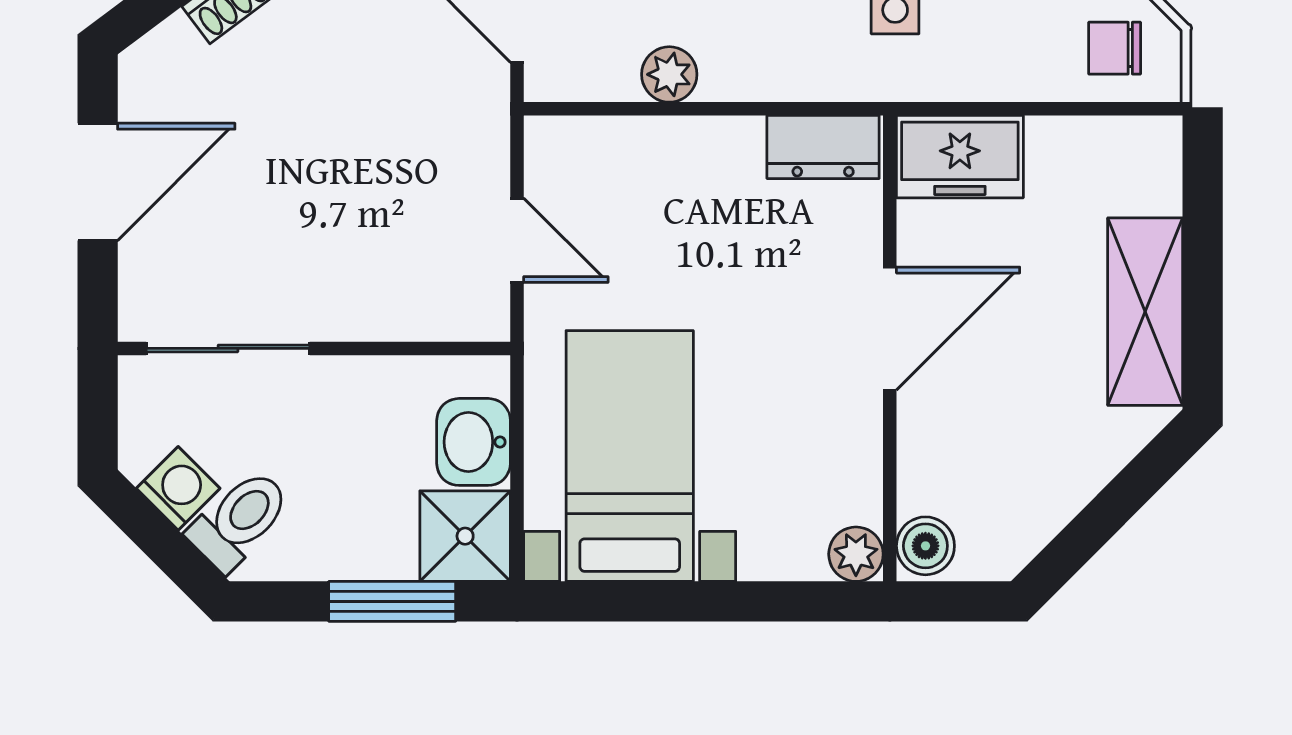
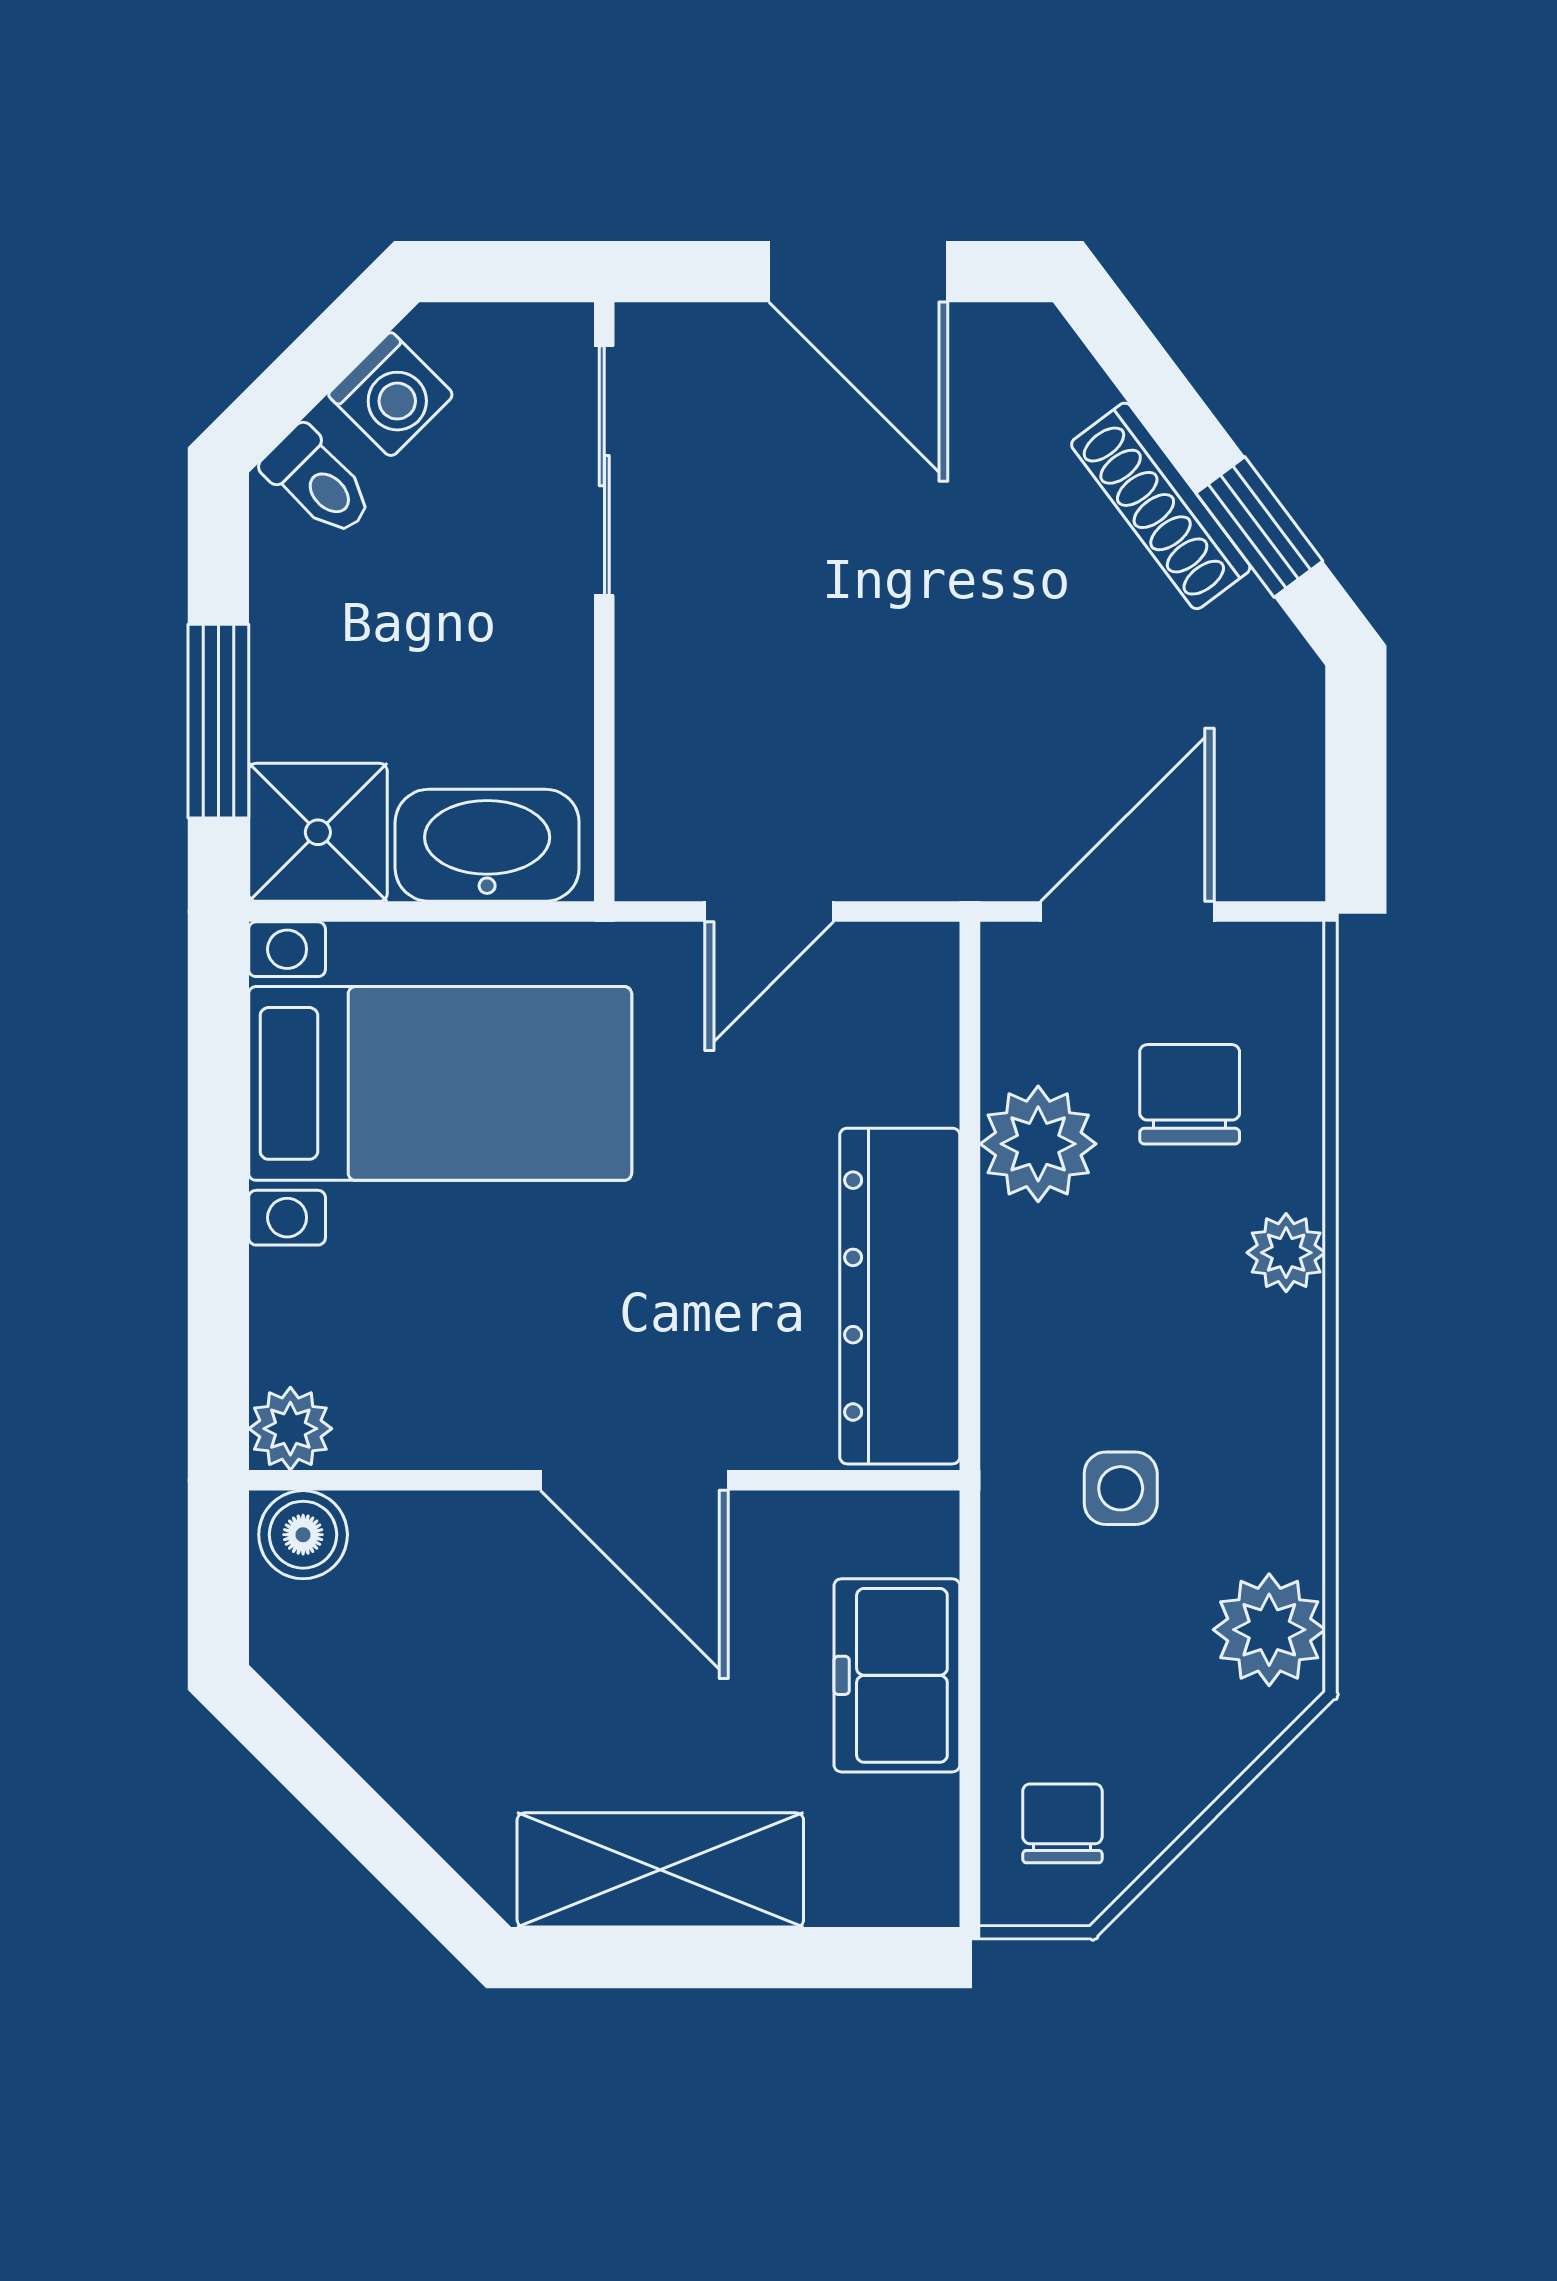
plant: (669, 74) -> (1038, 1144), width x1.38, depth x1.38
dresser: (823, 147) -> (900, 1296), width x1.96, depth x1.24
freezer: (960, 157) -> (897, 1675), moved
washbasin: (474, 442) -> (487, 845), width x1.38
toilet: (239, 520) -> (318, 482), width x0.73, depth x0.72

